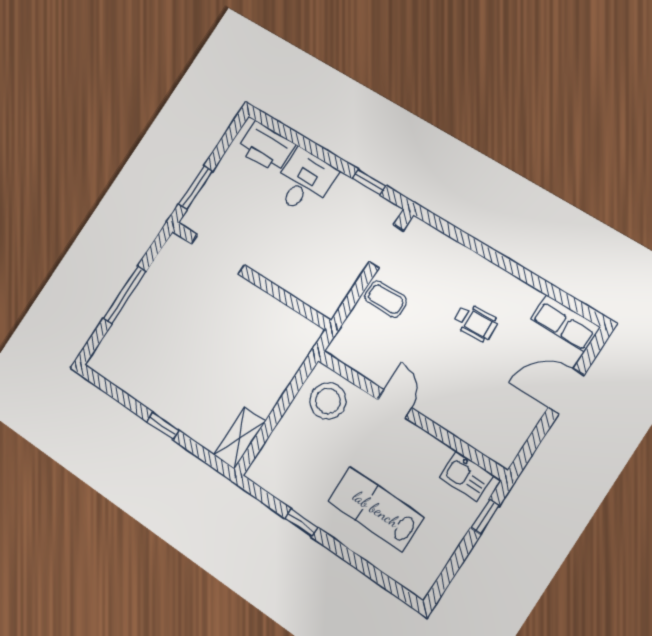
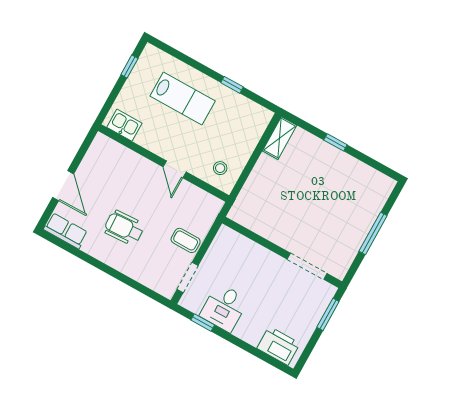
desk: (304, 181) -> (224, 308), moved
wheelchair: (476, 322) -> (124, 228), width x1.36, depth x1.37
door: (566, 391) -> (63, 186), hinge flipped
stool: (328, 401) -> (220, 168), width x0.53, depth x0.53
window: (485, 517) -> (129, 67), moved

